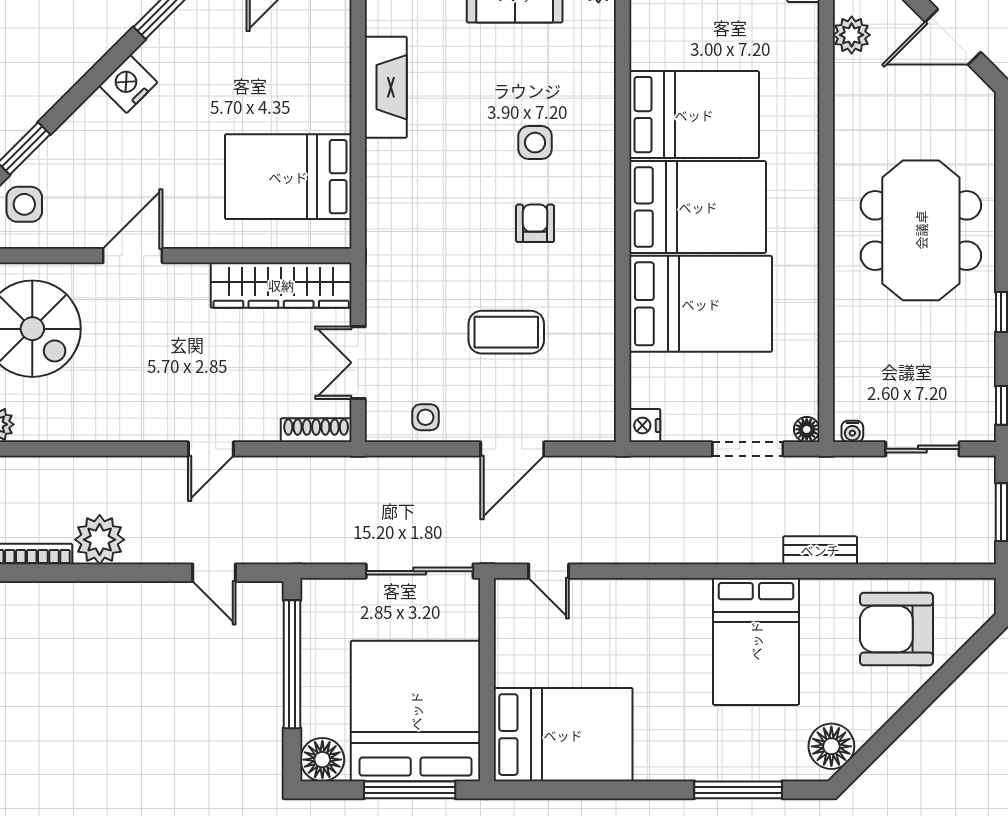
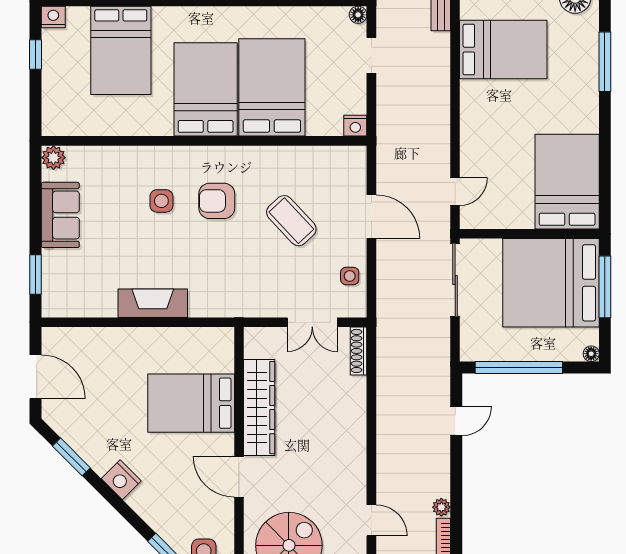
fireplace: (386, 87) -> (153, 303), moved
bed: (694, 115) -> (121, 50), moved, turned 180
bed: (288, 177) -> (191, 403), moved, turned 90
armchair: (535, 223) -> (217, 201), width x1.38, depth x1.38
wardrobe: (281, 285) -> (259, 408), moved
coffee table: (506, 332) -> (291, 221), turned -43
door: (211, 449) -> (371, 520), moved
doorway: (748, 449) -> (371, 55), width x0.73
plant: (100, 540) -> (441, 507), width x0.53, depth x0.53
floor lamp: (322, 760) -> (591, 354), width x0.53, depth x0.53

